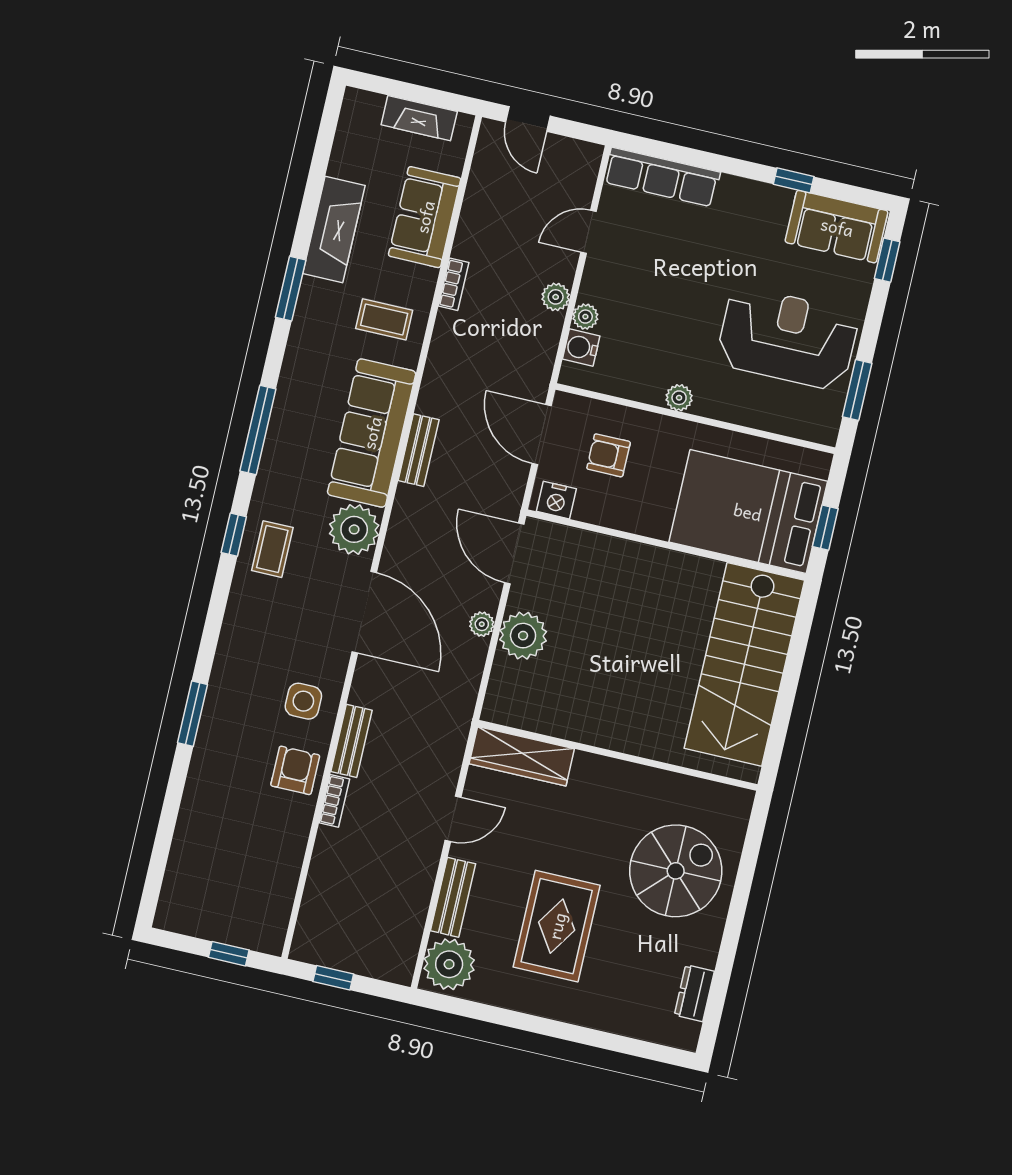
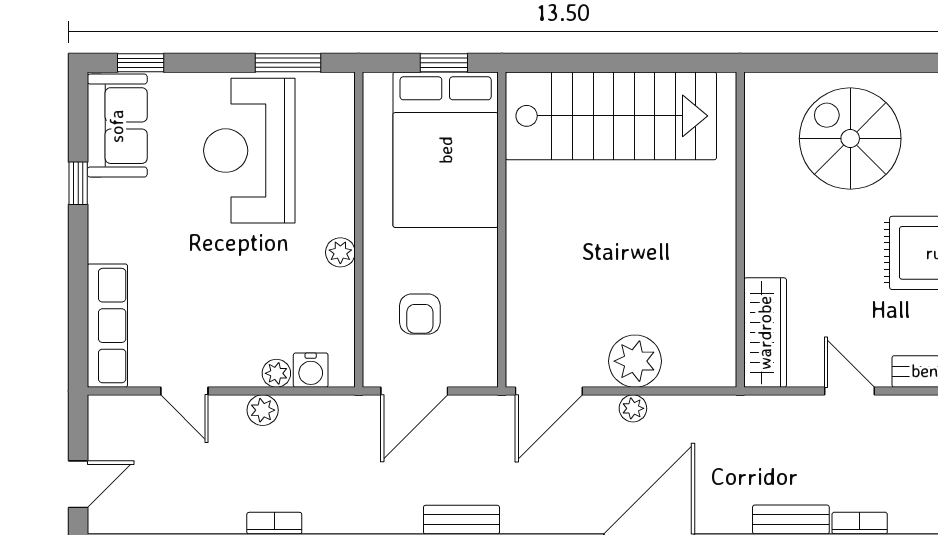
nightstand: (556, 500) -> (481, 359), removed

